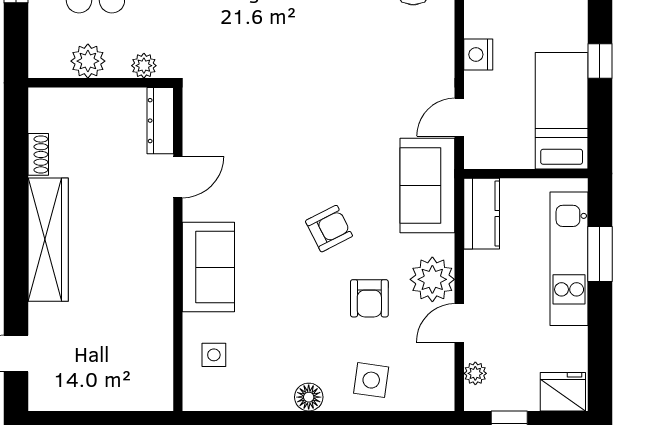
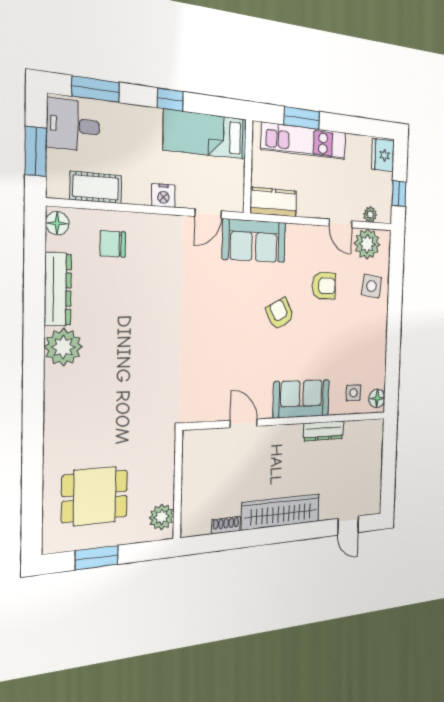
plant: (88, 61) -> (162, 517), moved
plant: (144, 66) -> (166, 453), removed
door: (459, 117) -> (208, 214), hinge flipped
dresser: (160, 121) -> (324, 431), moved
plant: (432, 279) -> (367, 244), moved
floor lamp: (309, 397) -> (377, 398), moved

